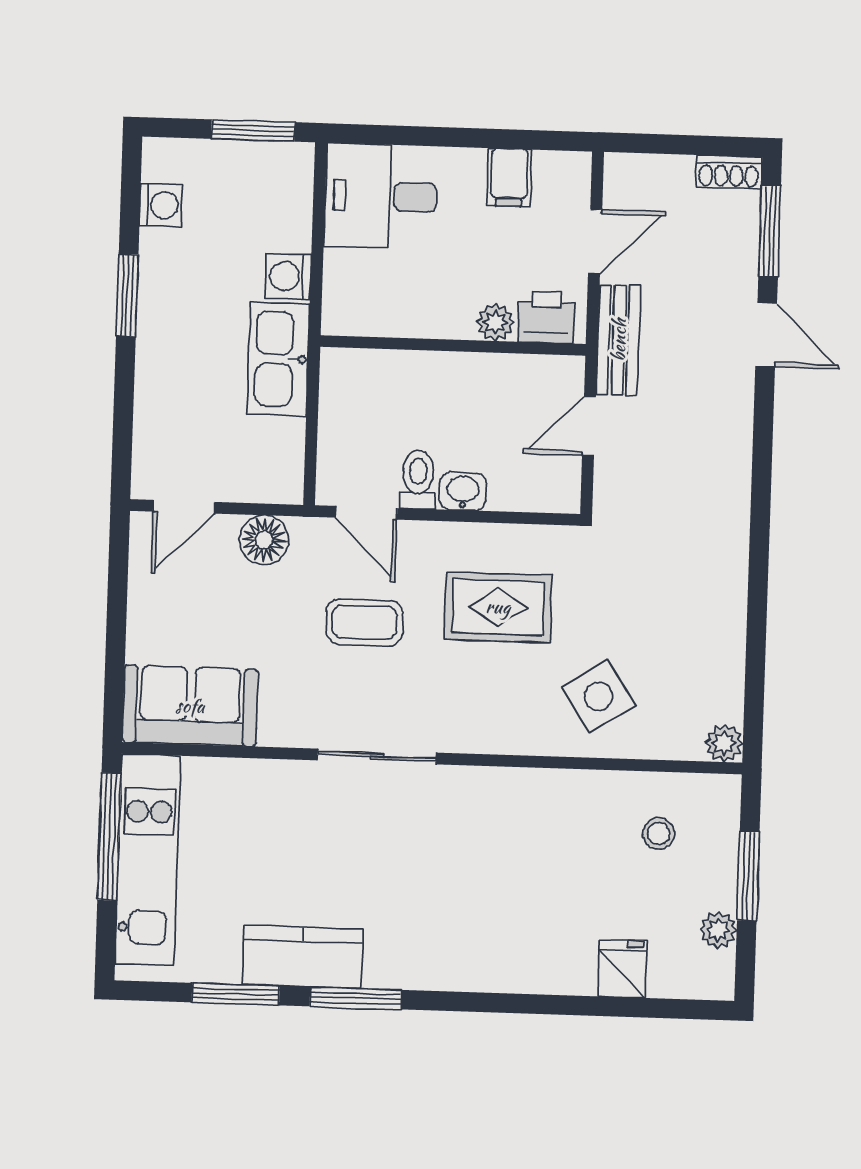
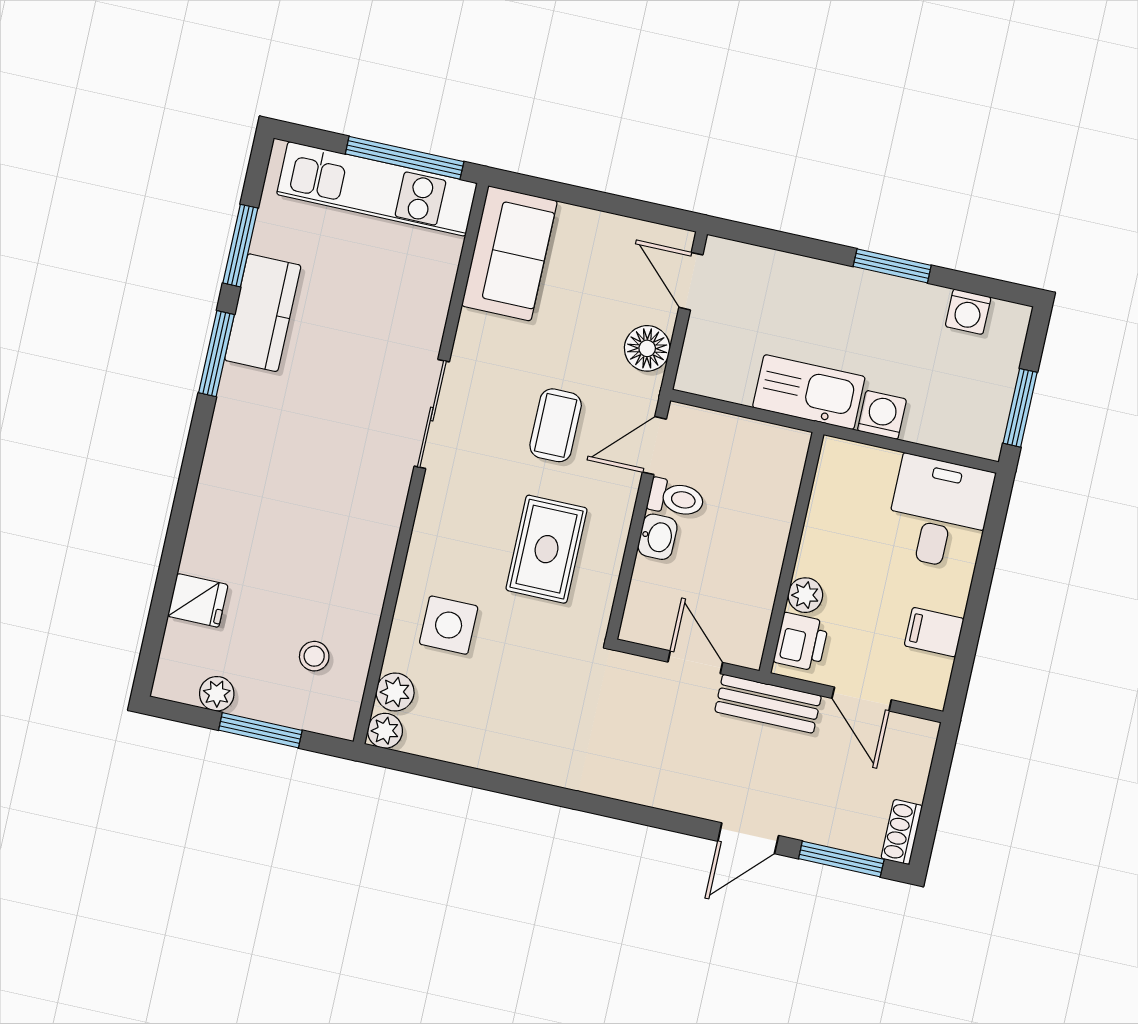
side table: (599, 696) -> (449, 625), turned 33
plant: (681, 740) -> (395, 692), added

